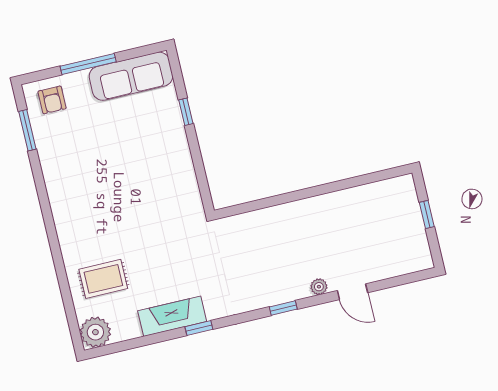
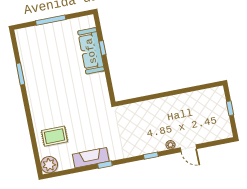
sofa: (131, 76) -> (91, 51), moved, turned 90
armchair: (52, 100) -> (31, 39), removed
window: (27, 130) -> (20, 74), moved

